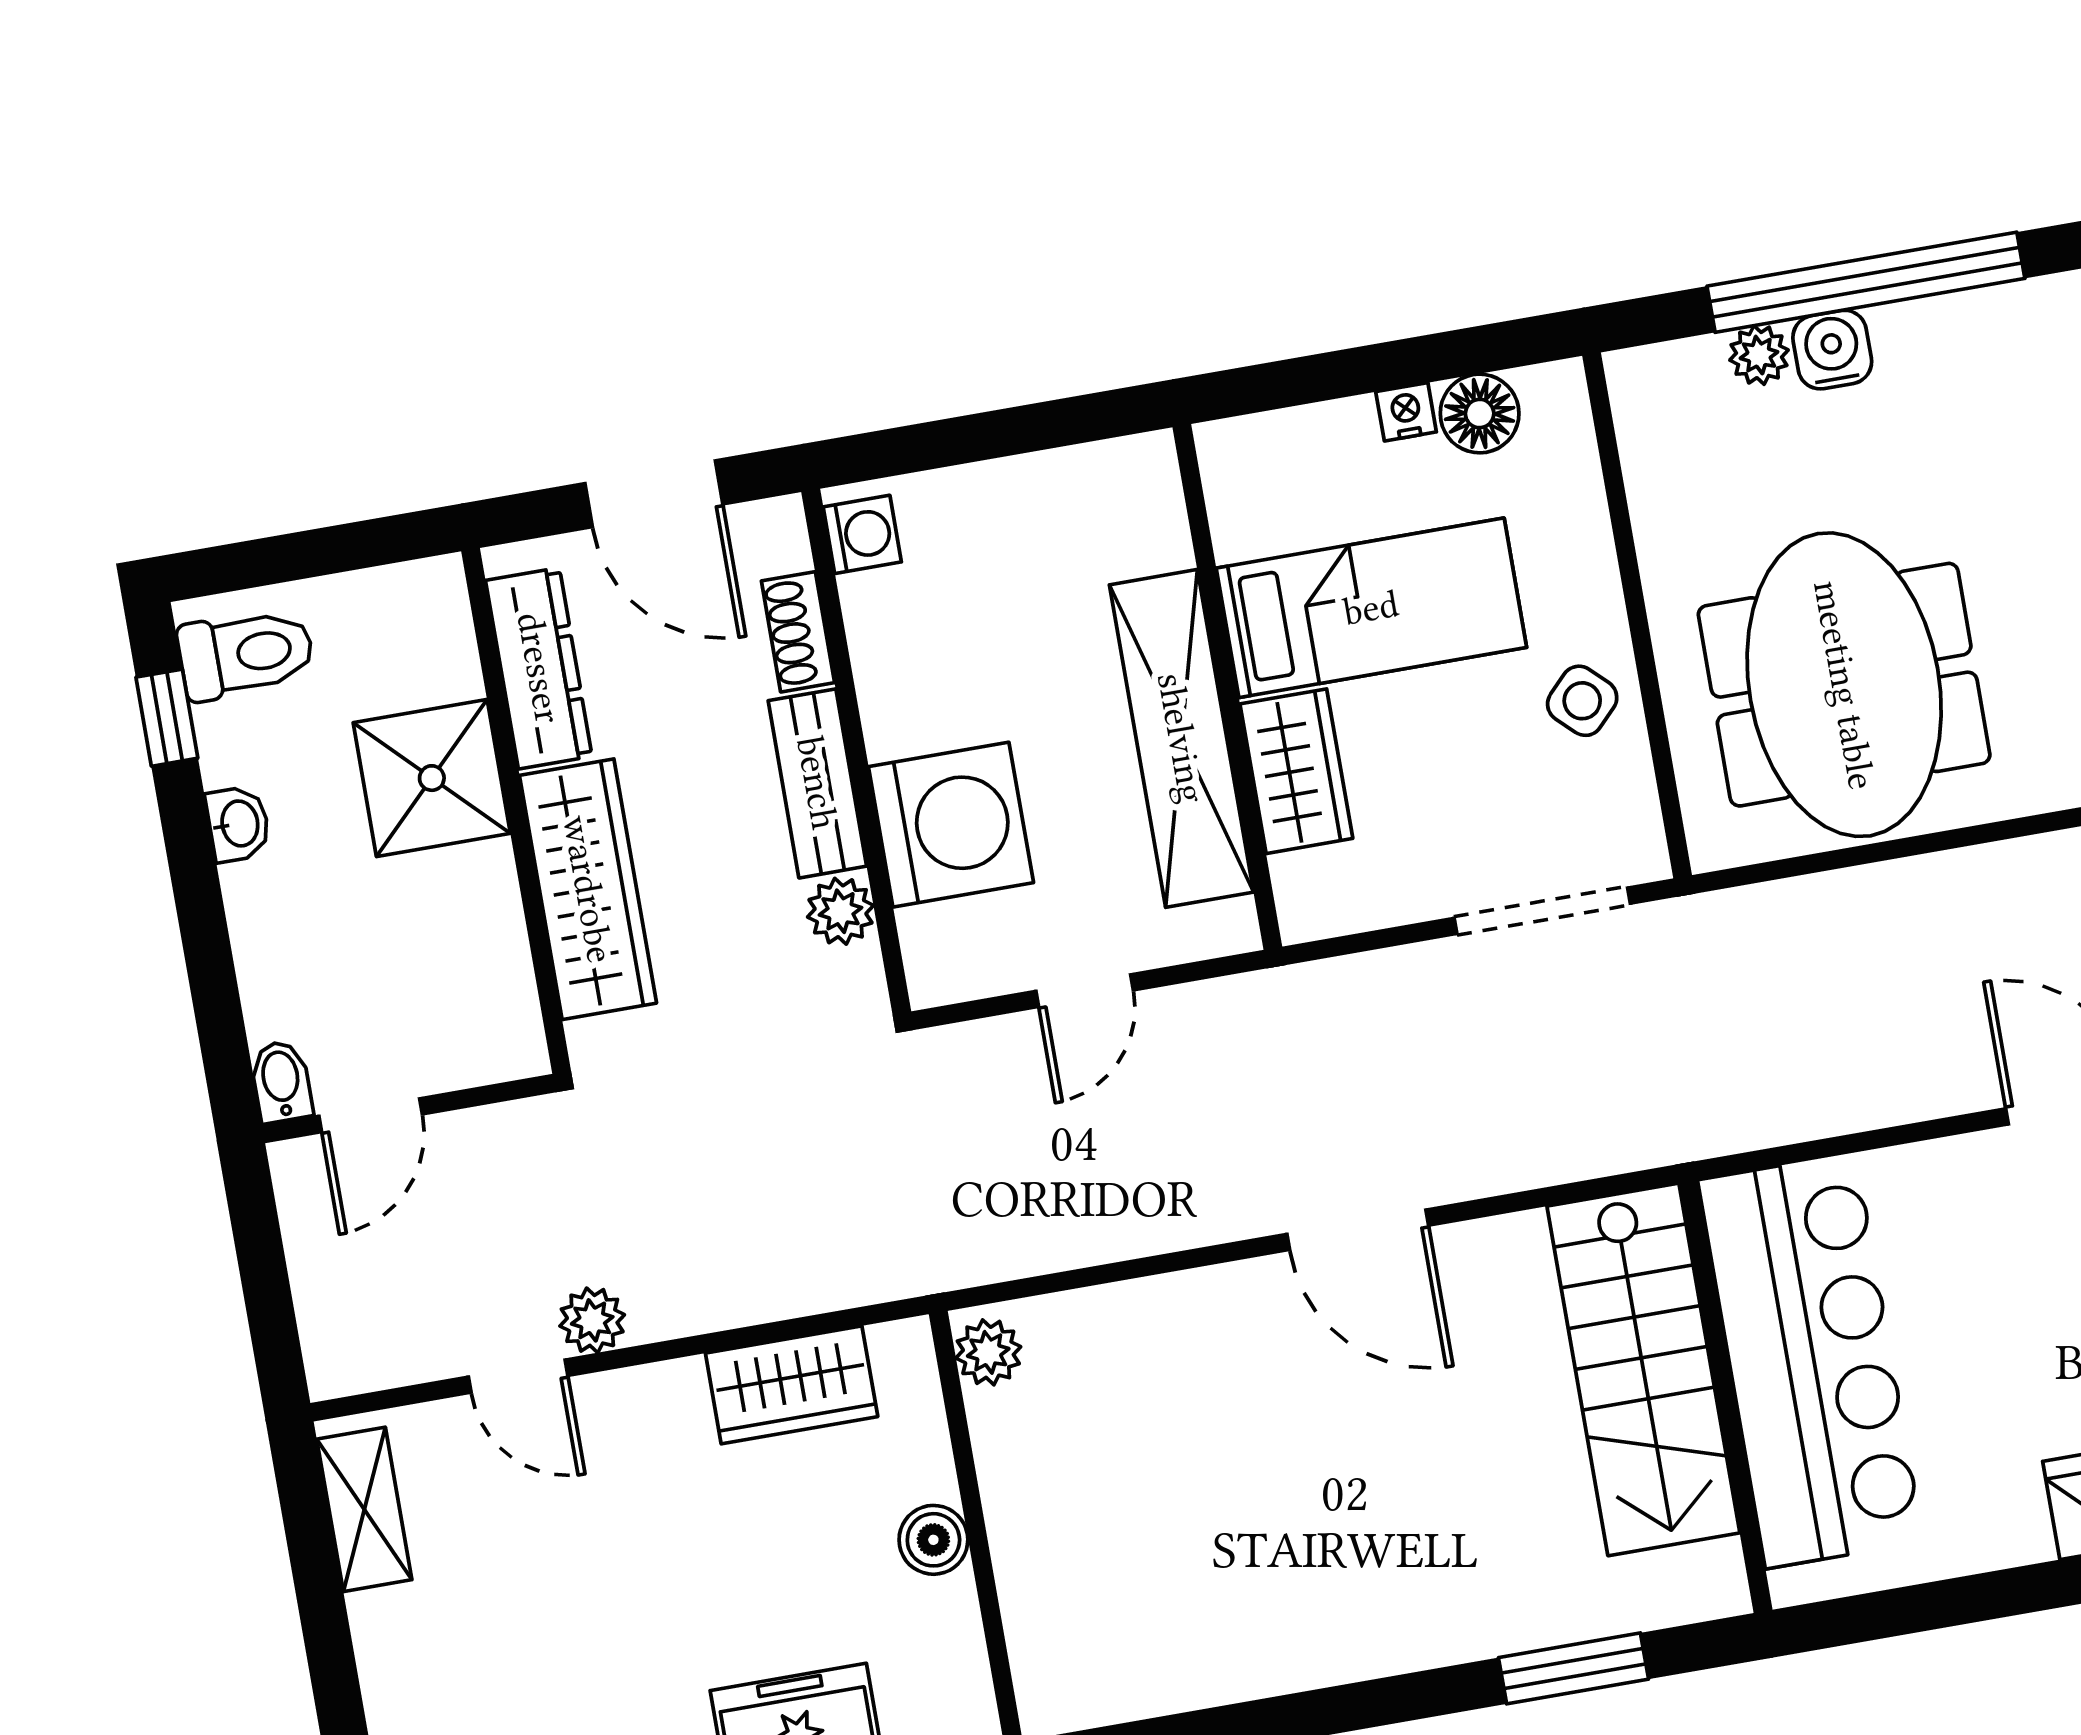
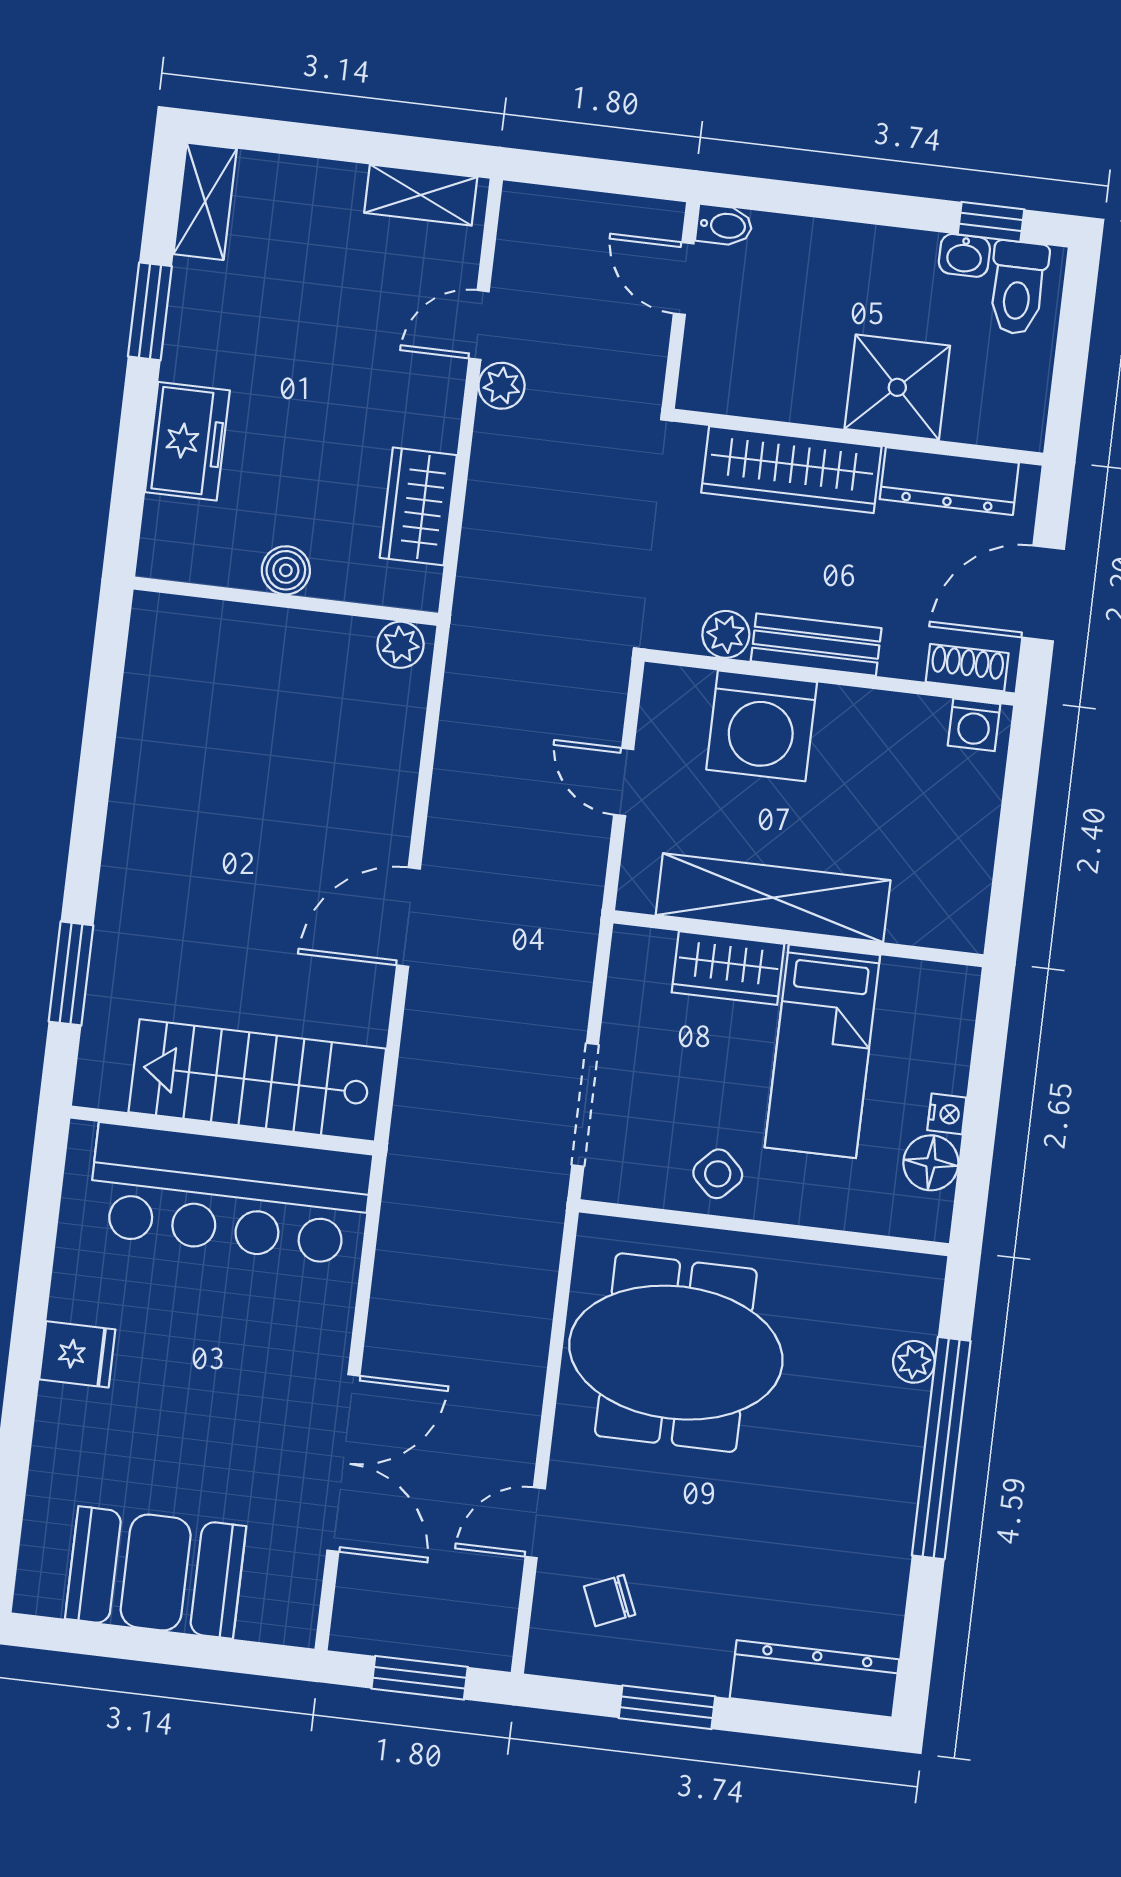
water cooler: (1832, 350) -> (903, 1412), removed
shoe rack: (798, 632) -> (967, 668), moved
washbasin: (238, 824) -> (964, 255), moved

